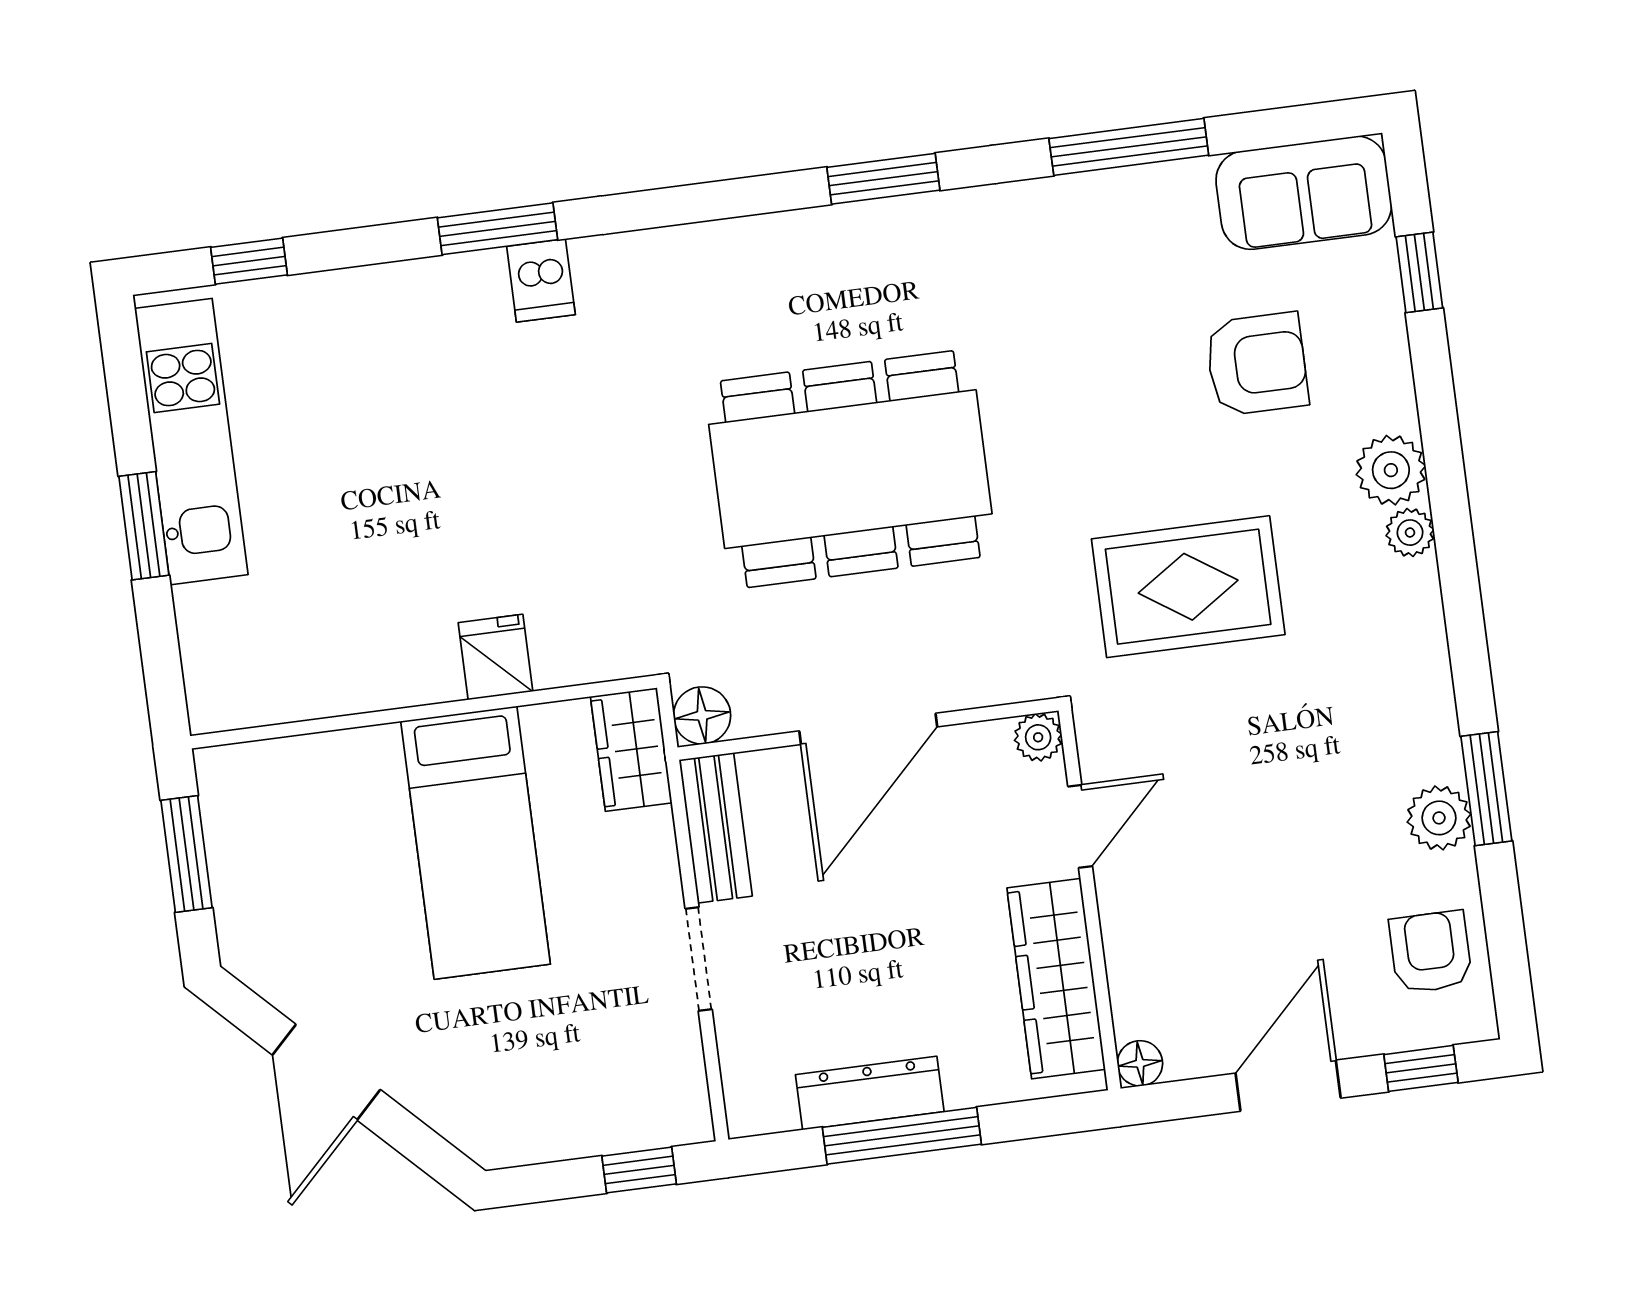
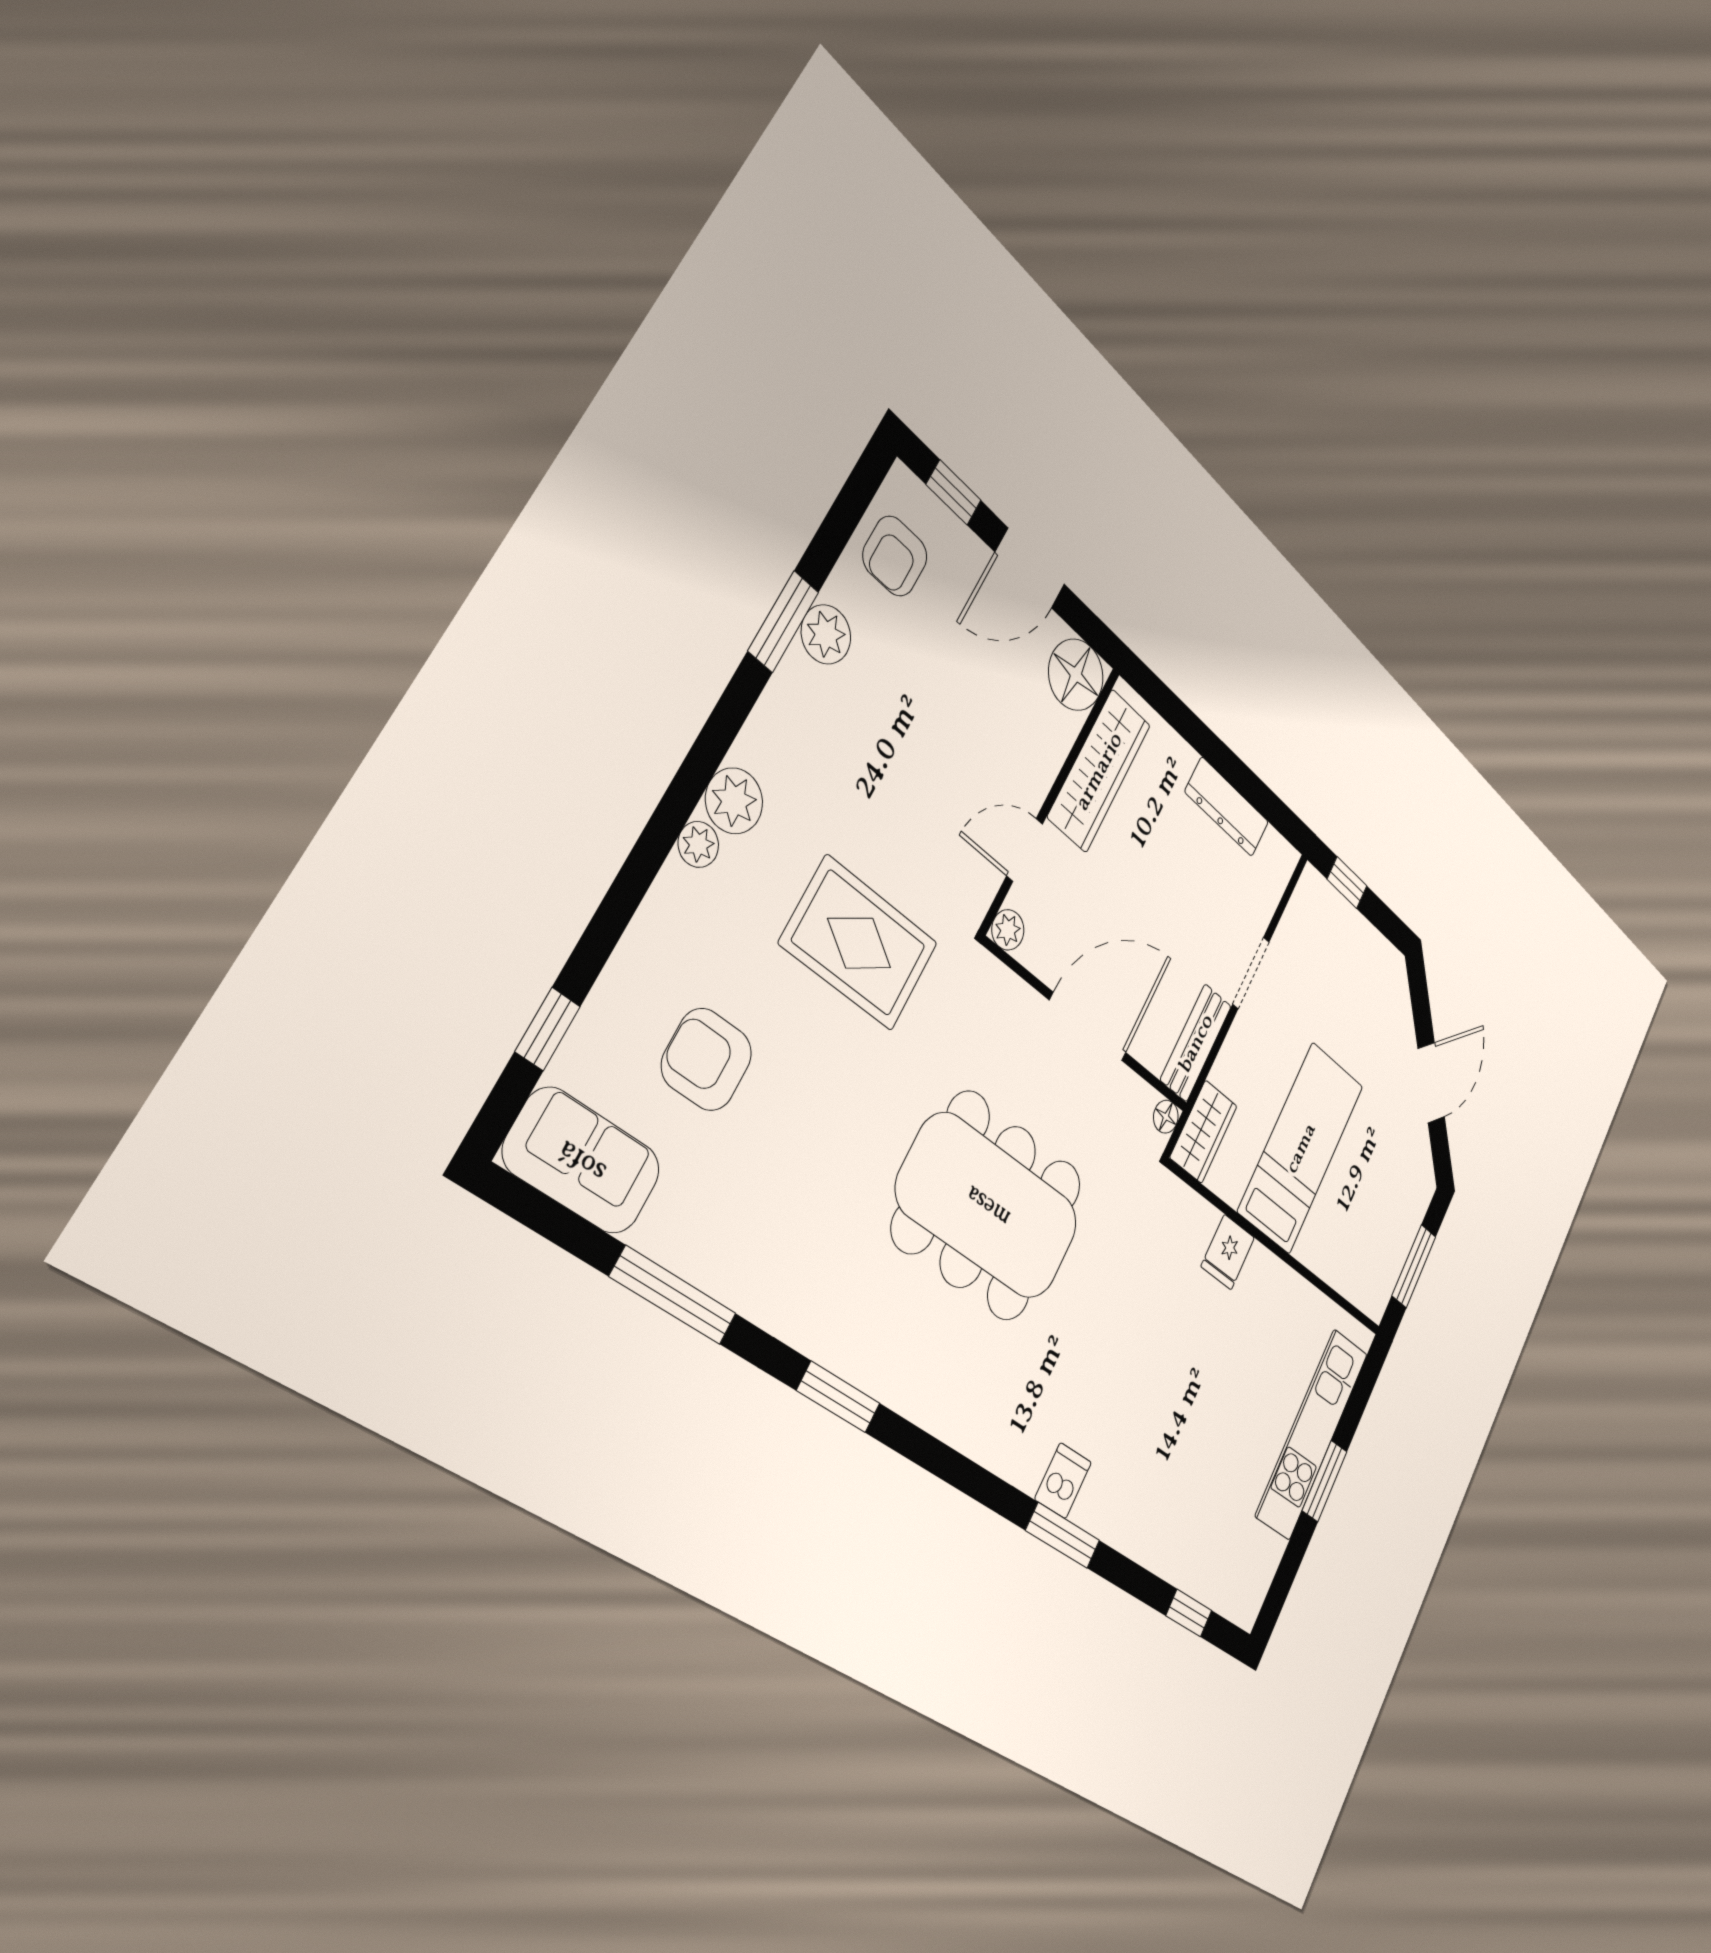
kitchen unit: (191, 442) -> (1312, 1434), moved
plant: (1391, 470) -> (734, 801), moved
floor lamp: (702, 715) -> (1166, 1117), width x0.73, depth x0.73
floor lamp: (1140, 1063) -> (1076, 675), width x1.89, depth x1.89
window: (902, 1136) -> (1229, 765), removed

